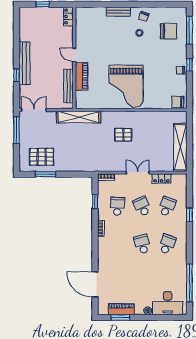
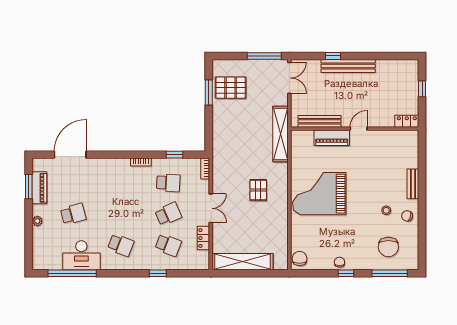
pallet: (42, 157) -> (231, 88), turned 90
school desk: (142, 244) -> (73, 214), moved
desk: (168, 303) -> (81, 255), moved, turned -90

